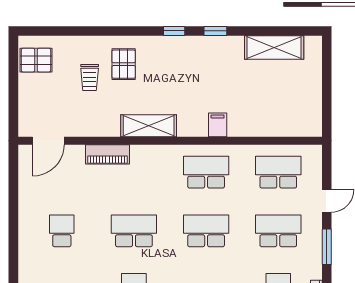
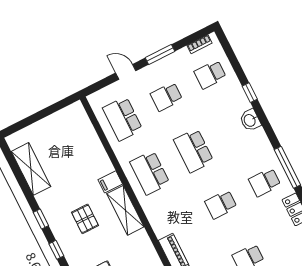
pallet: (192, 78) -> (85, 219), added
shelving: (149, 126) -> (125, 210), moved
school desk: (134, 231) -> (221, 204), width x0.54
school desk: (278, 231) -> (166, 97), width x0.54

